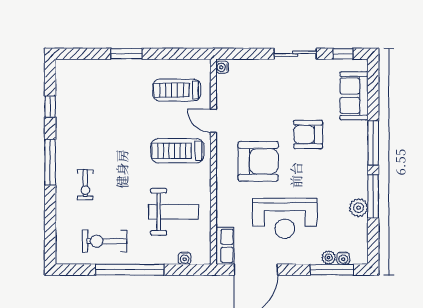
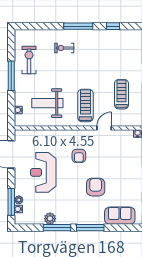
treadmill: (177, 90) -> (122, 94), moved
armchair: (258, 161) -> (79, 156), width x0.53, depth x0.53
weight bench: (174, 212) -> (47, 103), turned 90
row of seats: (225, 246) -> (26, 135), removed
window: (130, 270) -> (11, 76), width x0.68

